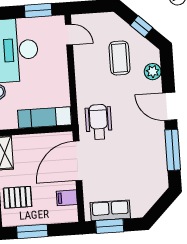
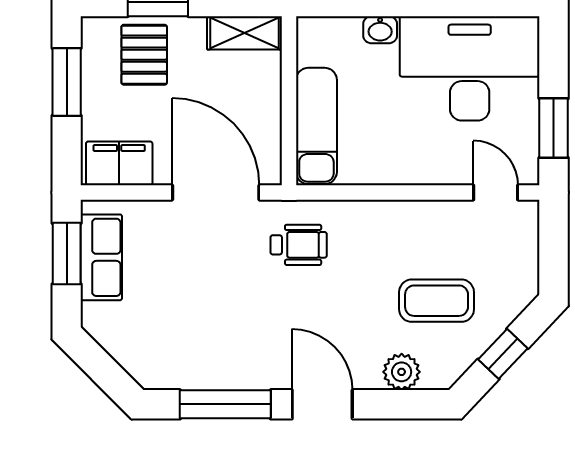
door: (69, 35) -> (496, 193), swing flipped
door: (170, 106) -> (322, 404), hinge flipped
wheelchair: (99, 122) -> (299, 245), width x0.73, depth x0.73
filing cabinet: (67, 198) -> (119, 163), width x2.00

